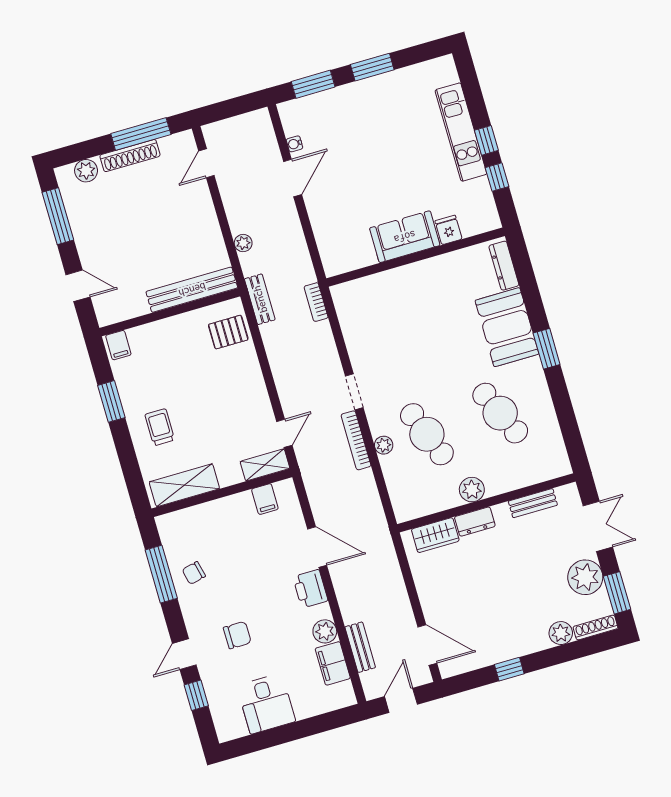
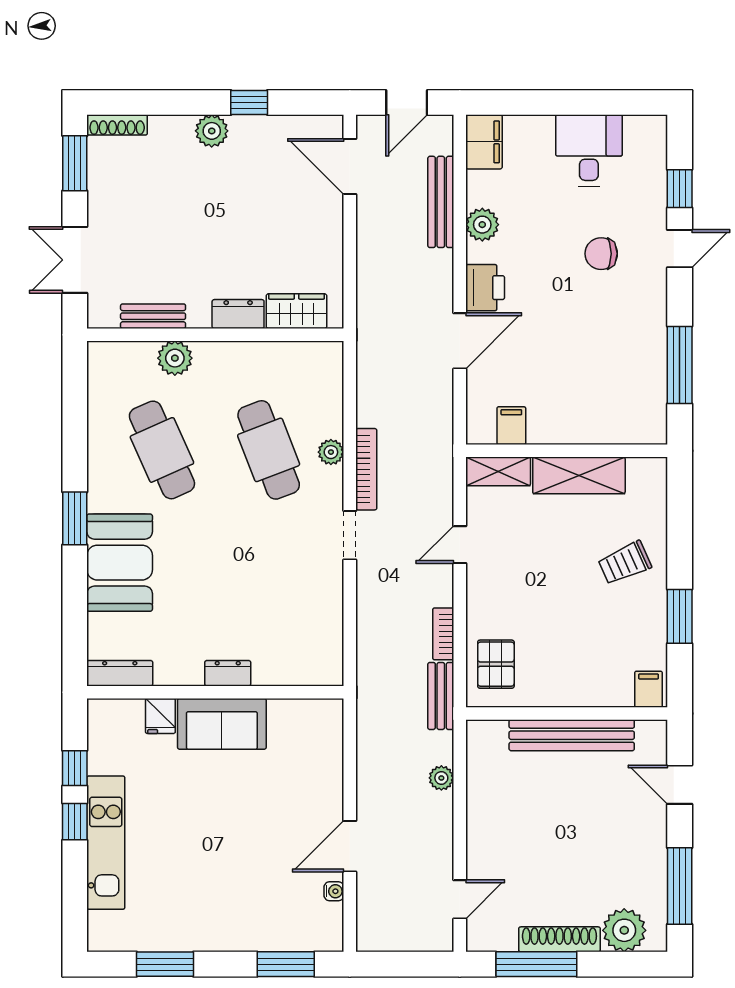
window: (372, 67) -> (165, 964), moved
plant: (86, 171) -> (624, 930), width x1.36, depth x1.36
dresser: (504, 266) -> (120, 673), moved, turned -90
dresser: (411, 273) -> (228, 673), added
bench: (192, 290) -> (572, 735), moved
bookcase: (316, 302) -> (443, 634), moved, turned 180
pallet: (228, 332) -> (496, 664), turned 90
trolley: (160, 427) -> (625, 563), turned 66
door: (284, 433) -> (460, 545), moved
shelving: (184, 485) -> (579, 475), moved
plant: (472, 490) -> (175, 358), moved
door: (317, 547) -> (460, 341), swing flipped
chair: (194, 573) -> (636, 354), removed
plant: (585, 577) -> (111, 196), removed
plant: (561, 633) -> (212, 131), moved
bench: (360, 647) -> (441, 202), width x1.36
filing cabinet: (333, 663) -> (484, 142), moved

